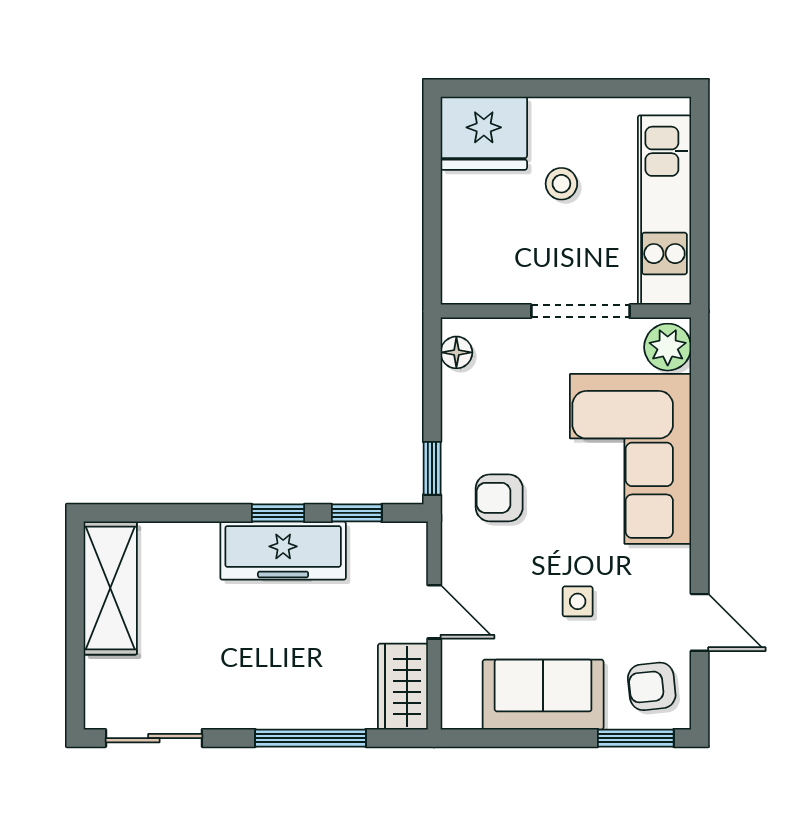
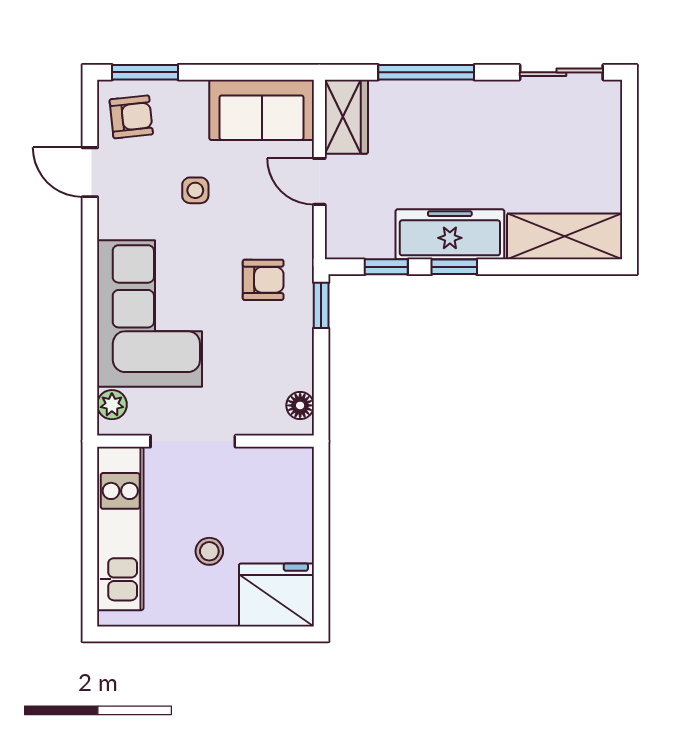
plant: (668, 347) -> (112, 405), width x0.73, depth x0.73
shelving: (110, 588) -> (565, 236), moved, turned 90
sofa: (543, 695) -> (262, 110), moved

